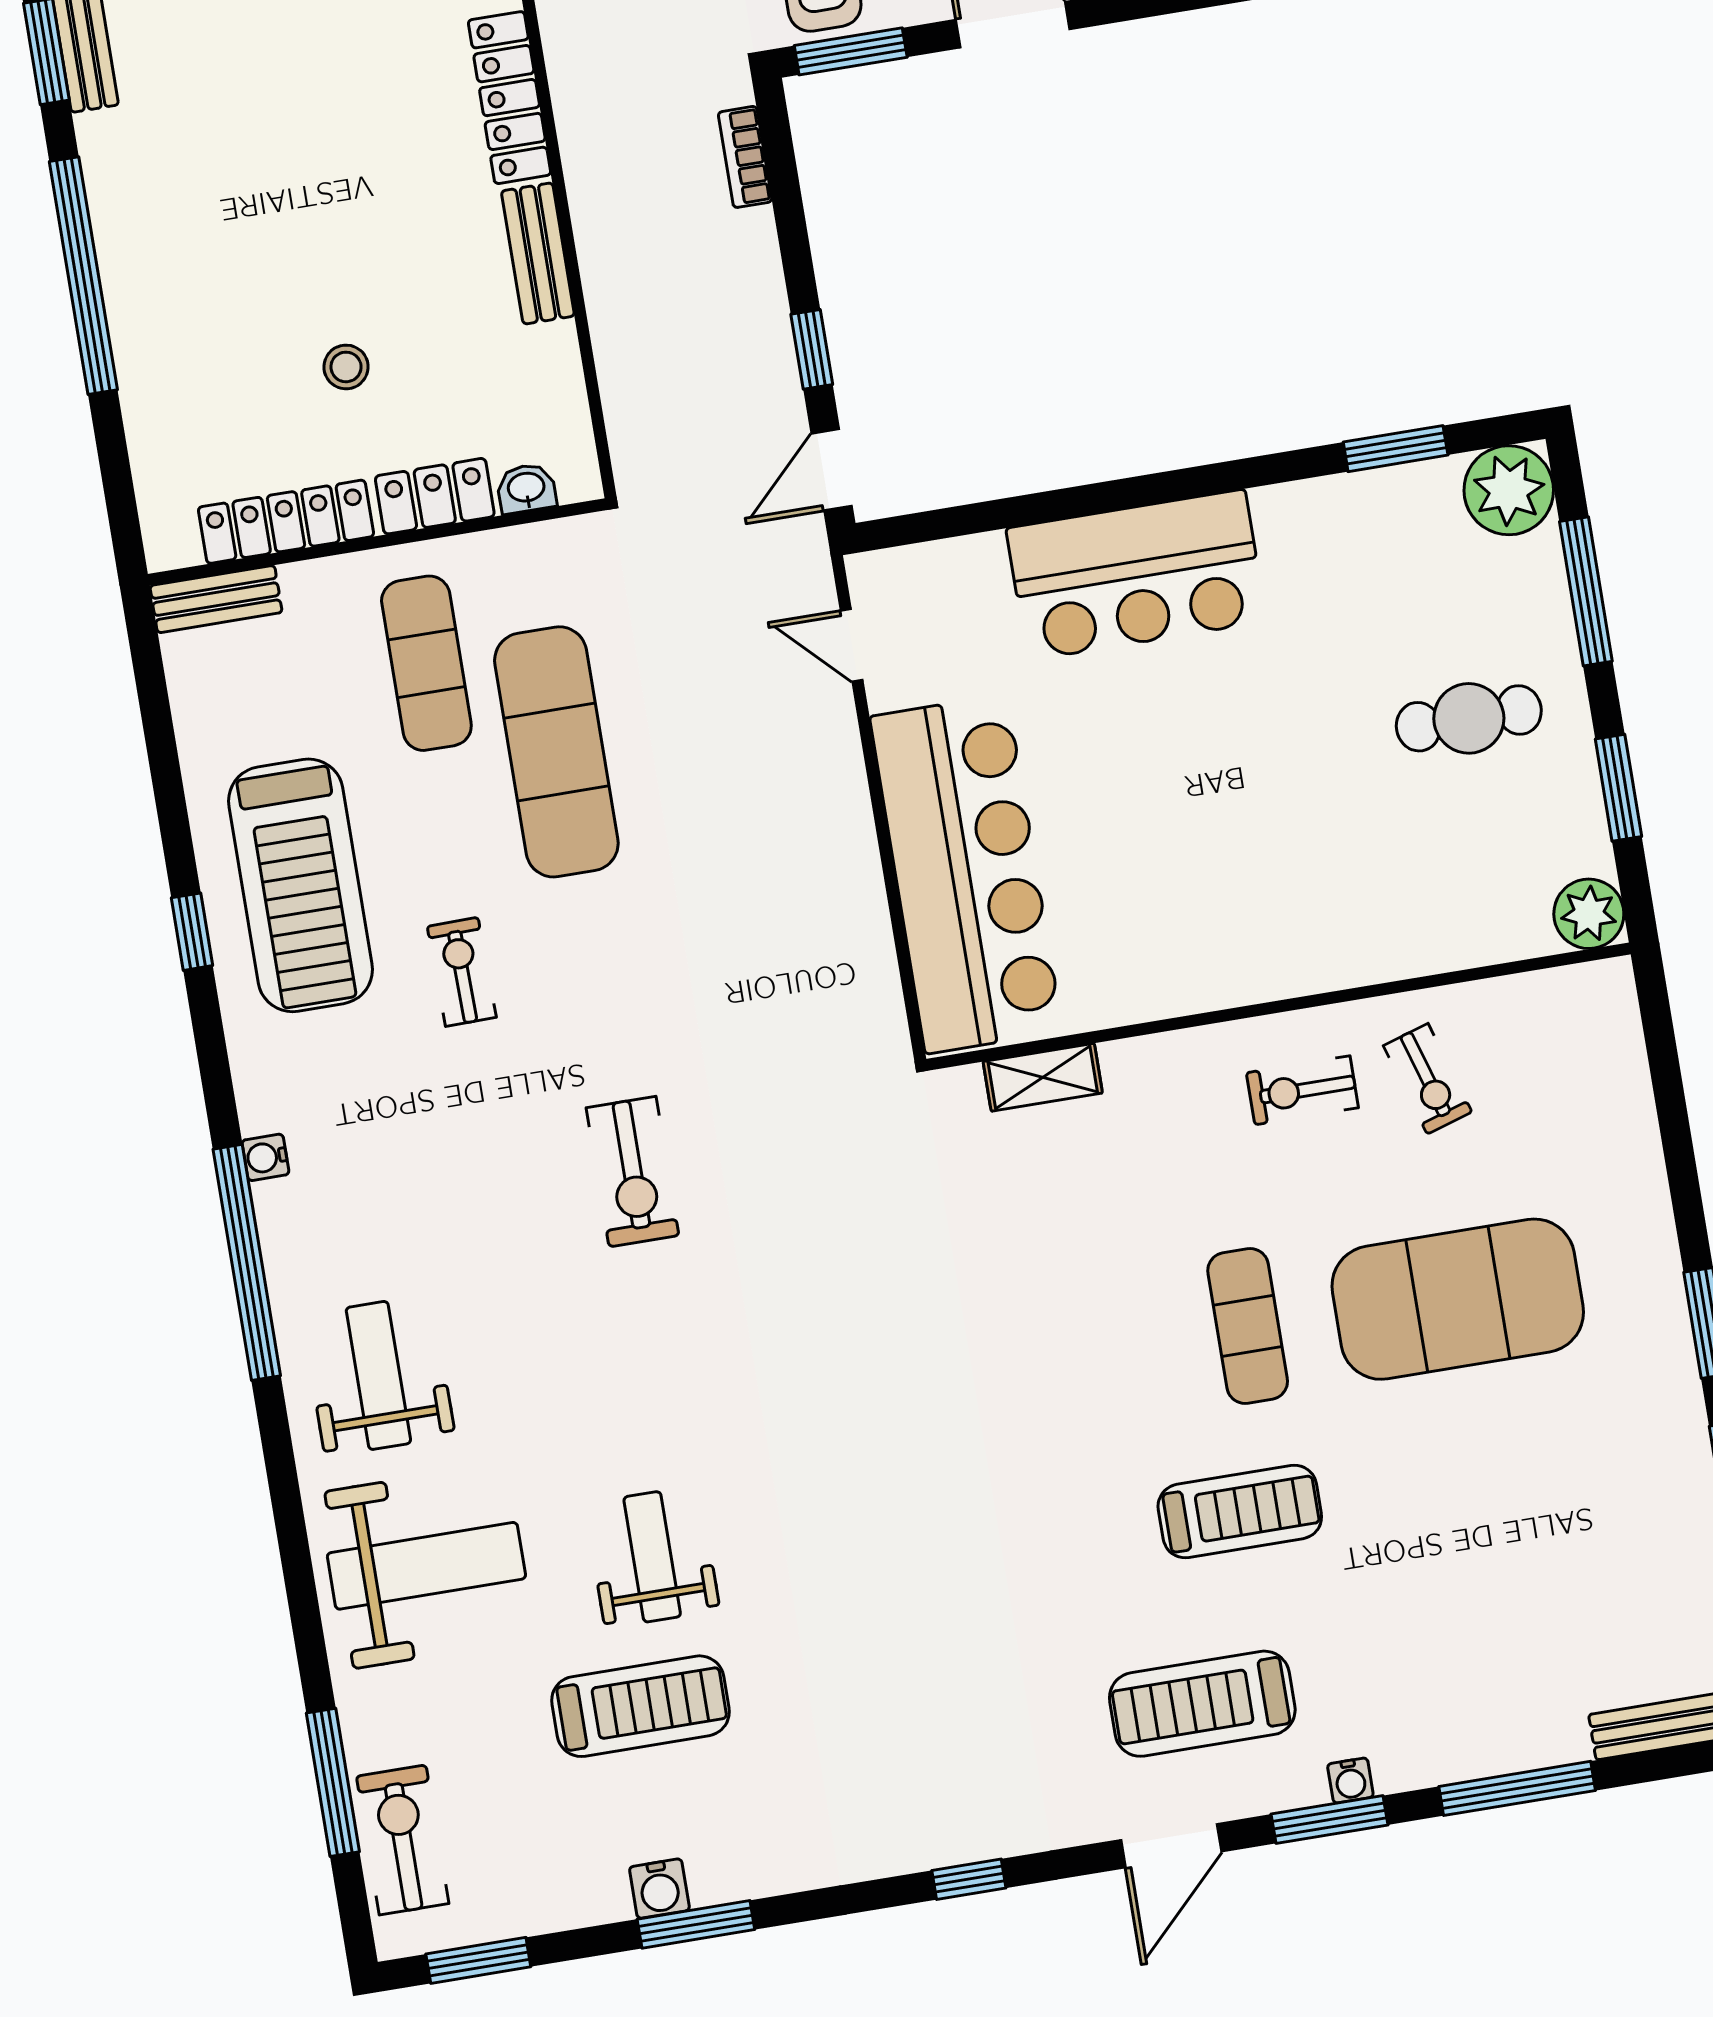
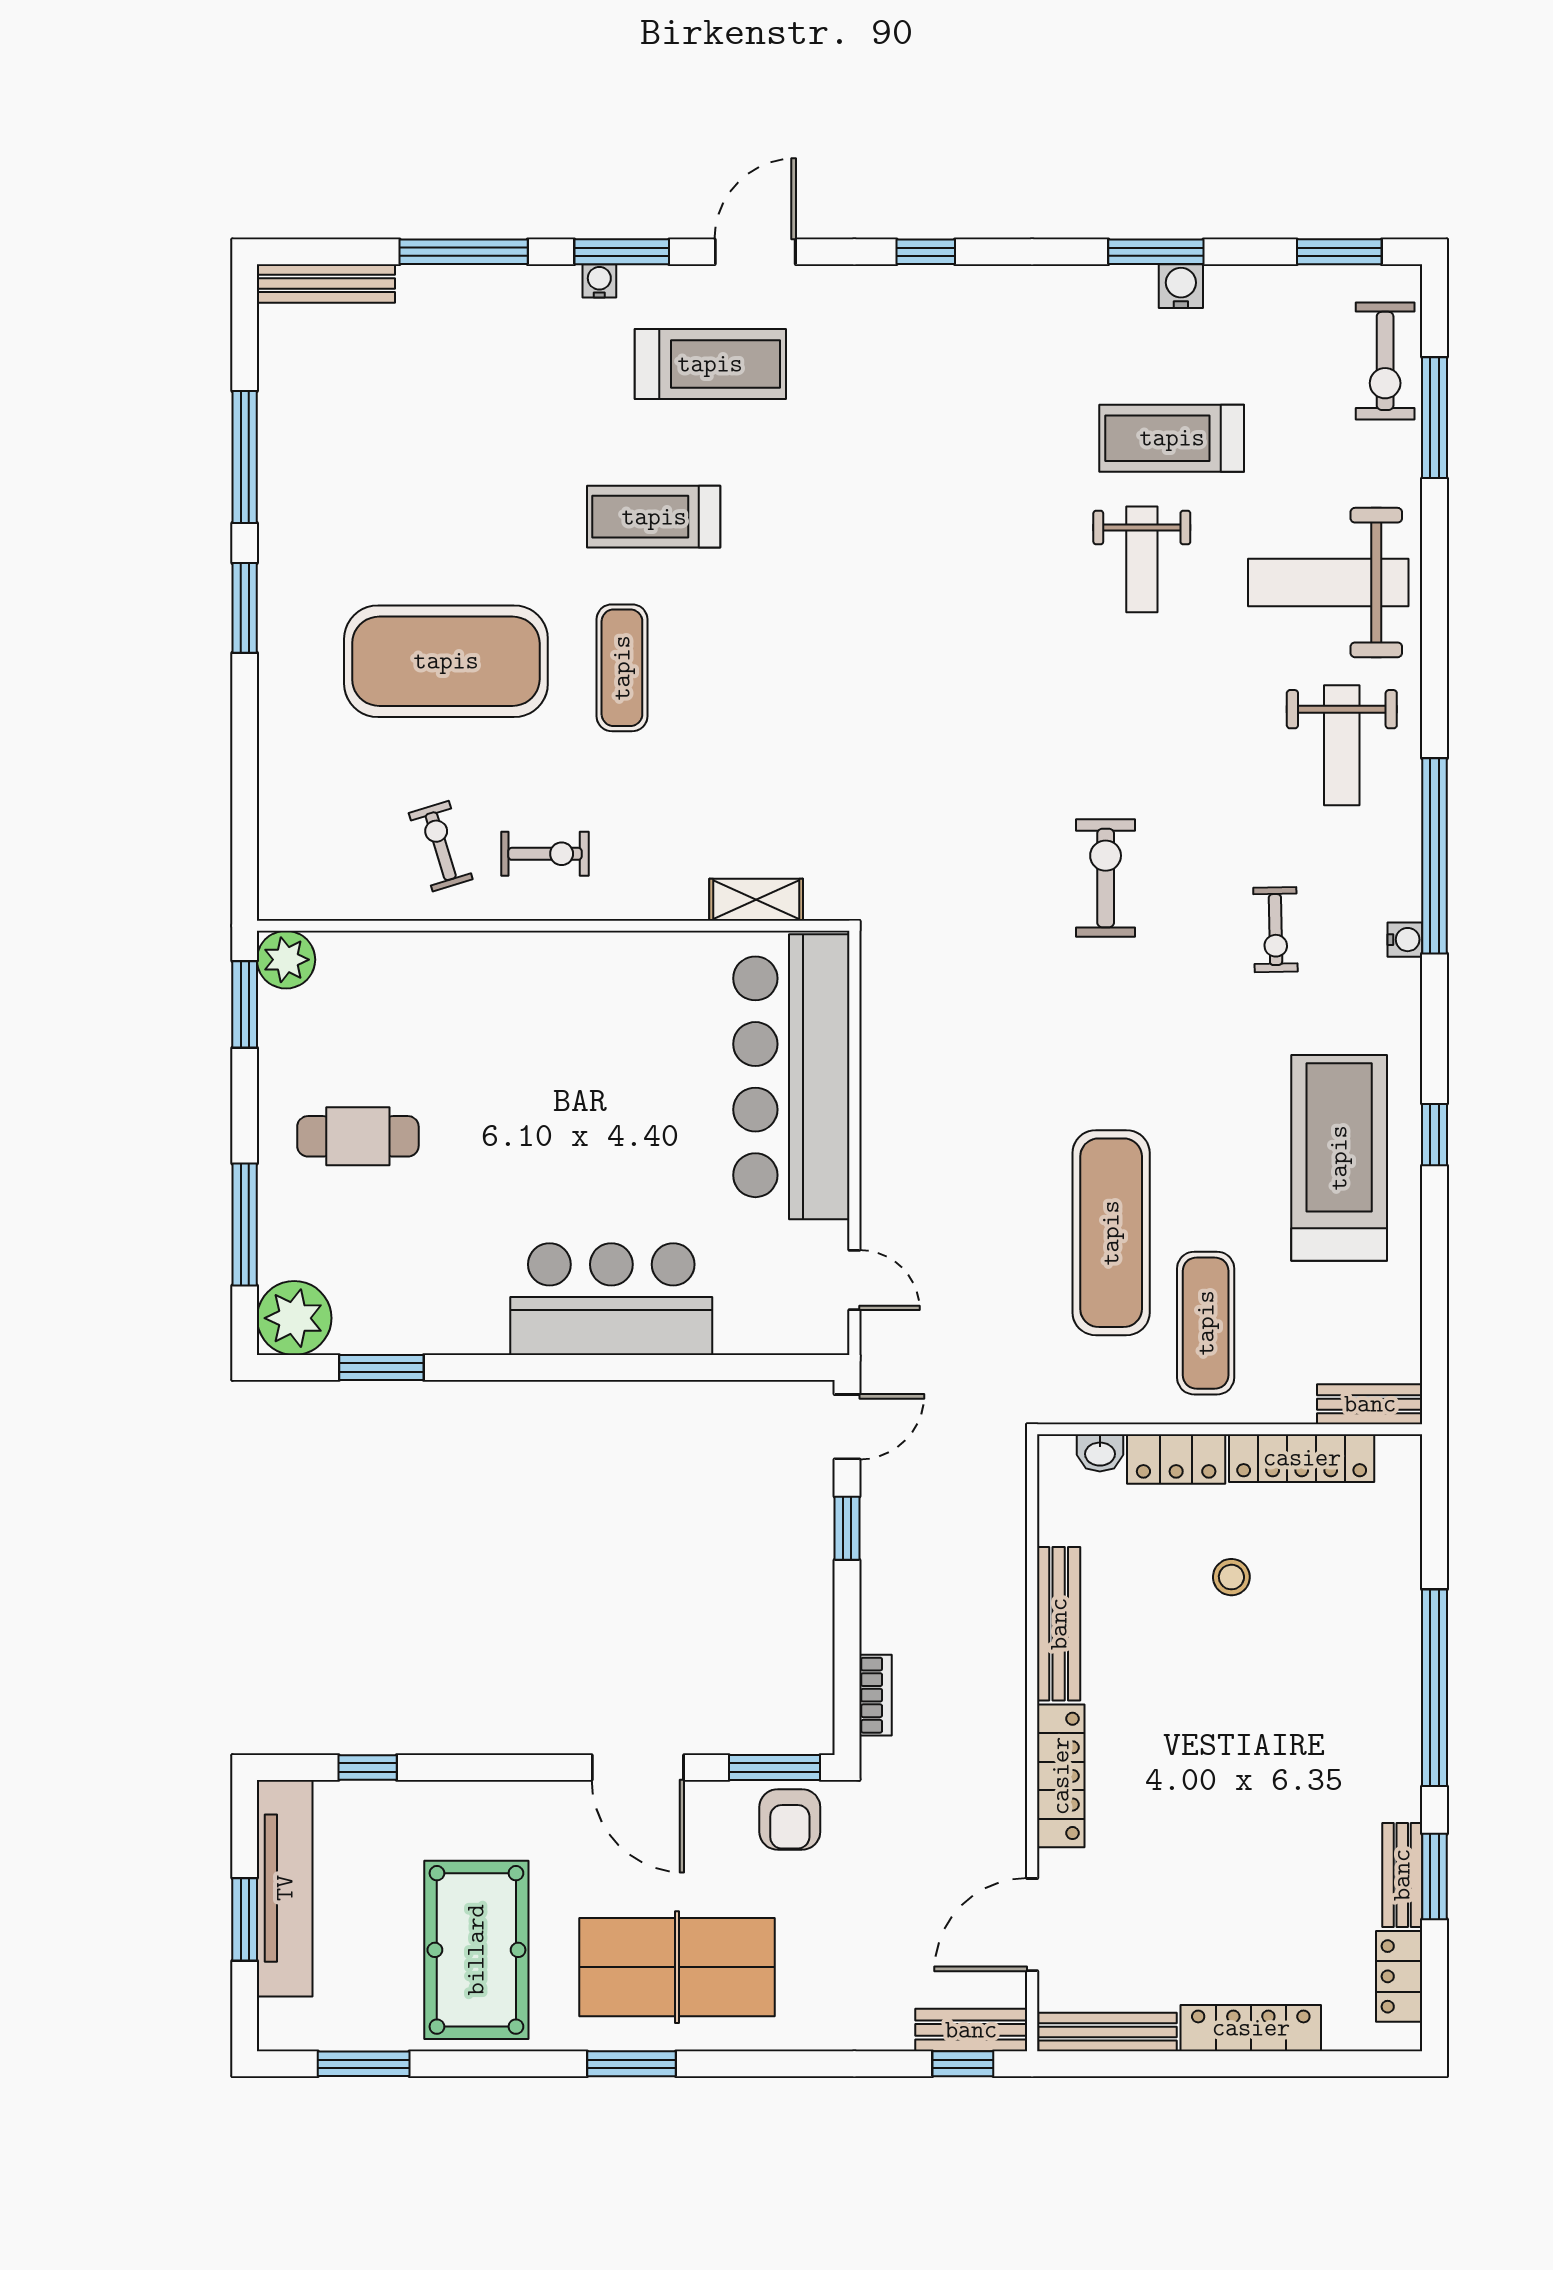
bench: (538, 253) -> (1059, 1624), width x1.36
window: (1618, 788) -> (245, 1004), moved
exercise bike: (462, 972) -> (1275, 930), moved

